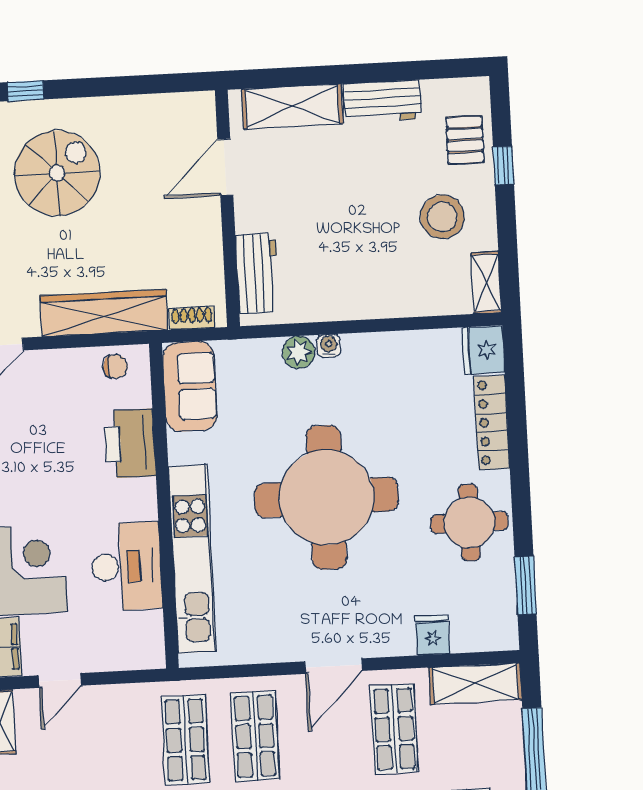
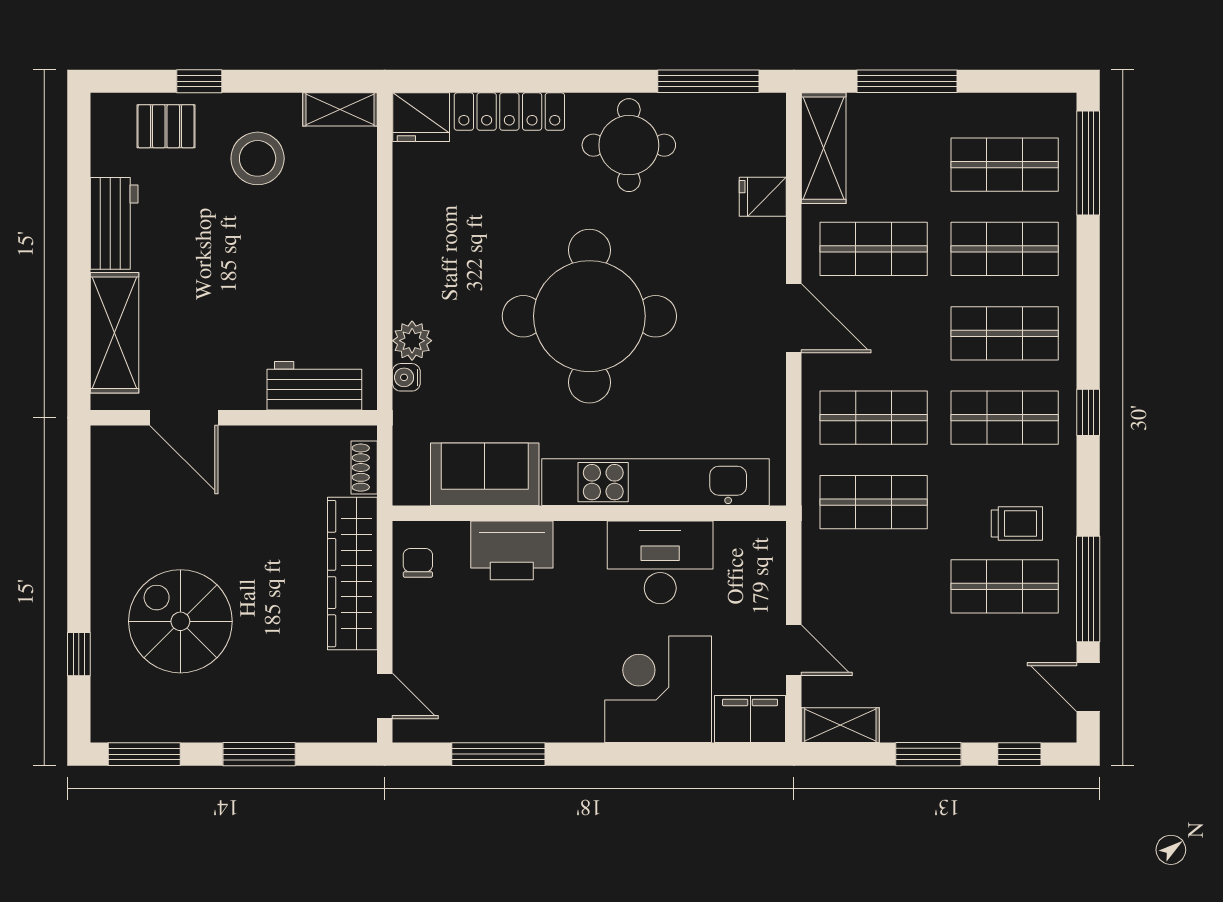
water cooler: (329, 346) -> (406, 377), moved
sofa: (190, 386) -> (485, 474), moved
window: (525, 585) -> (708, 81), width x1.44

